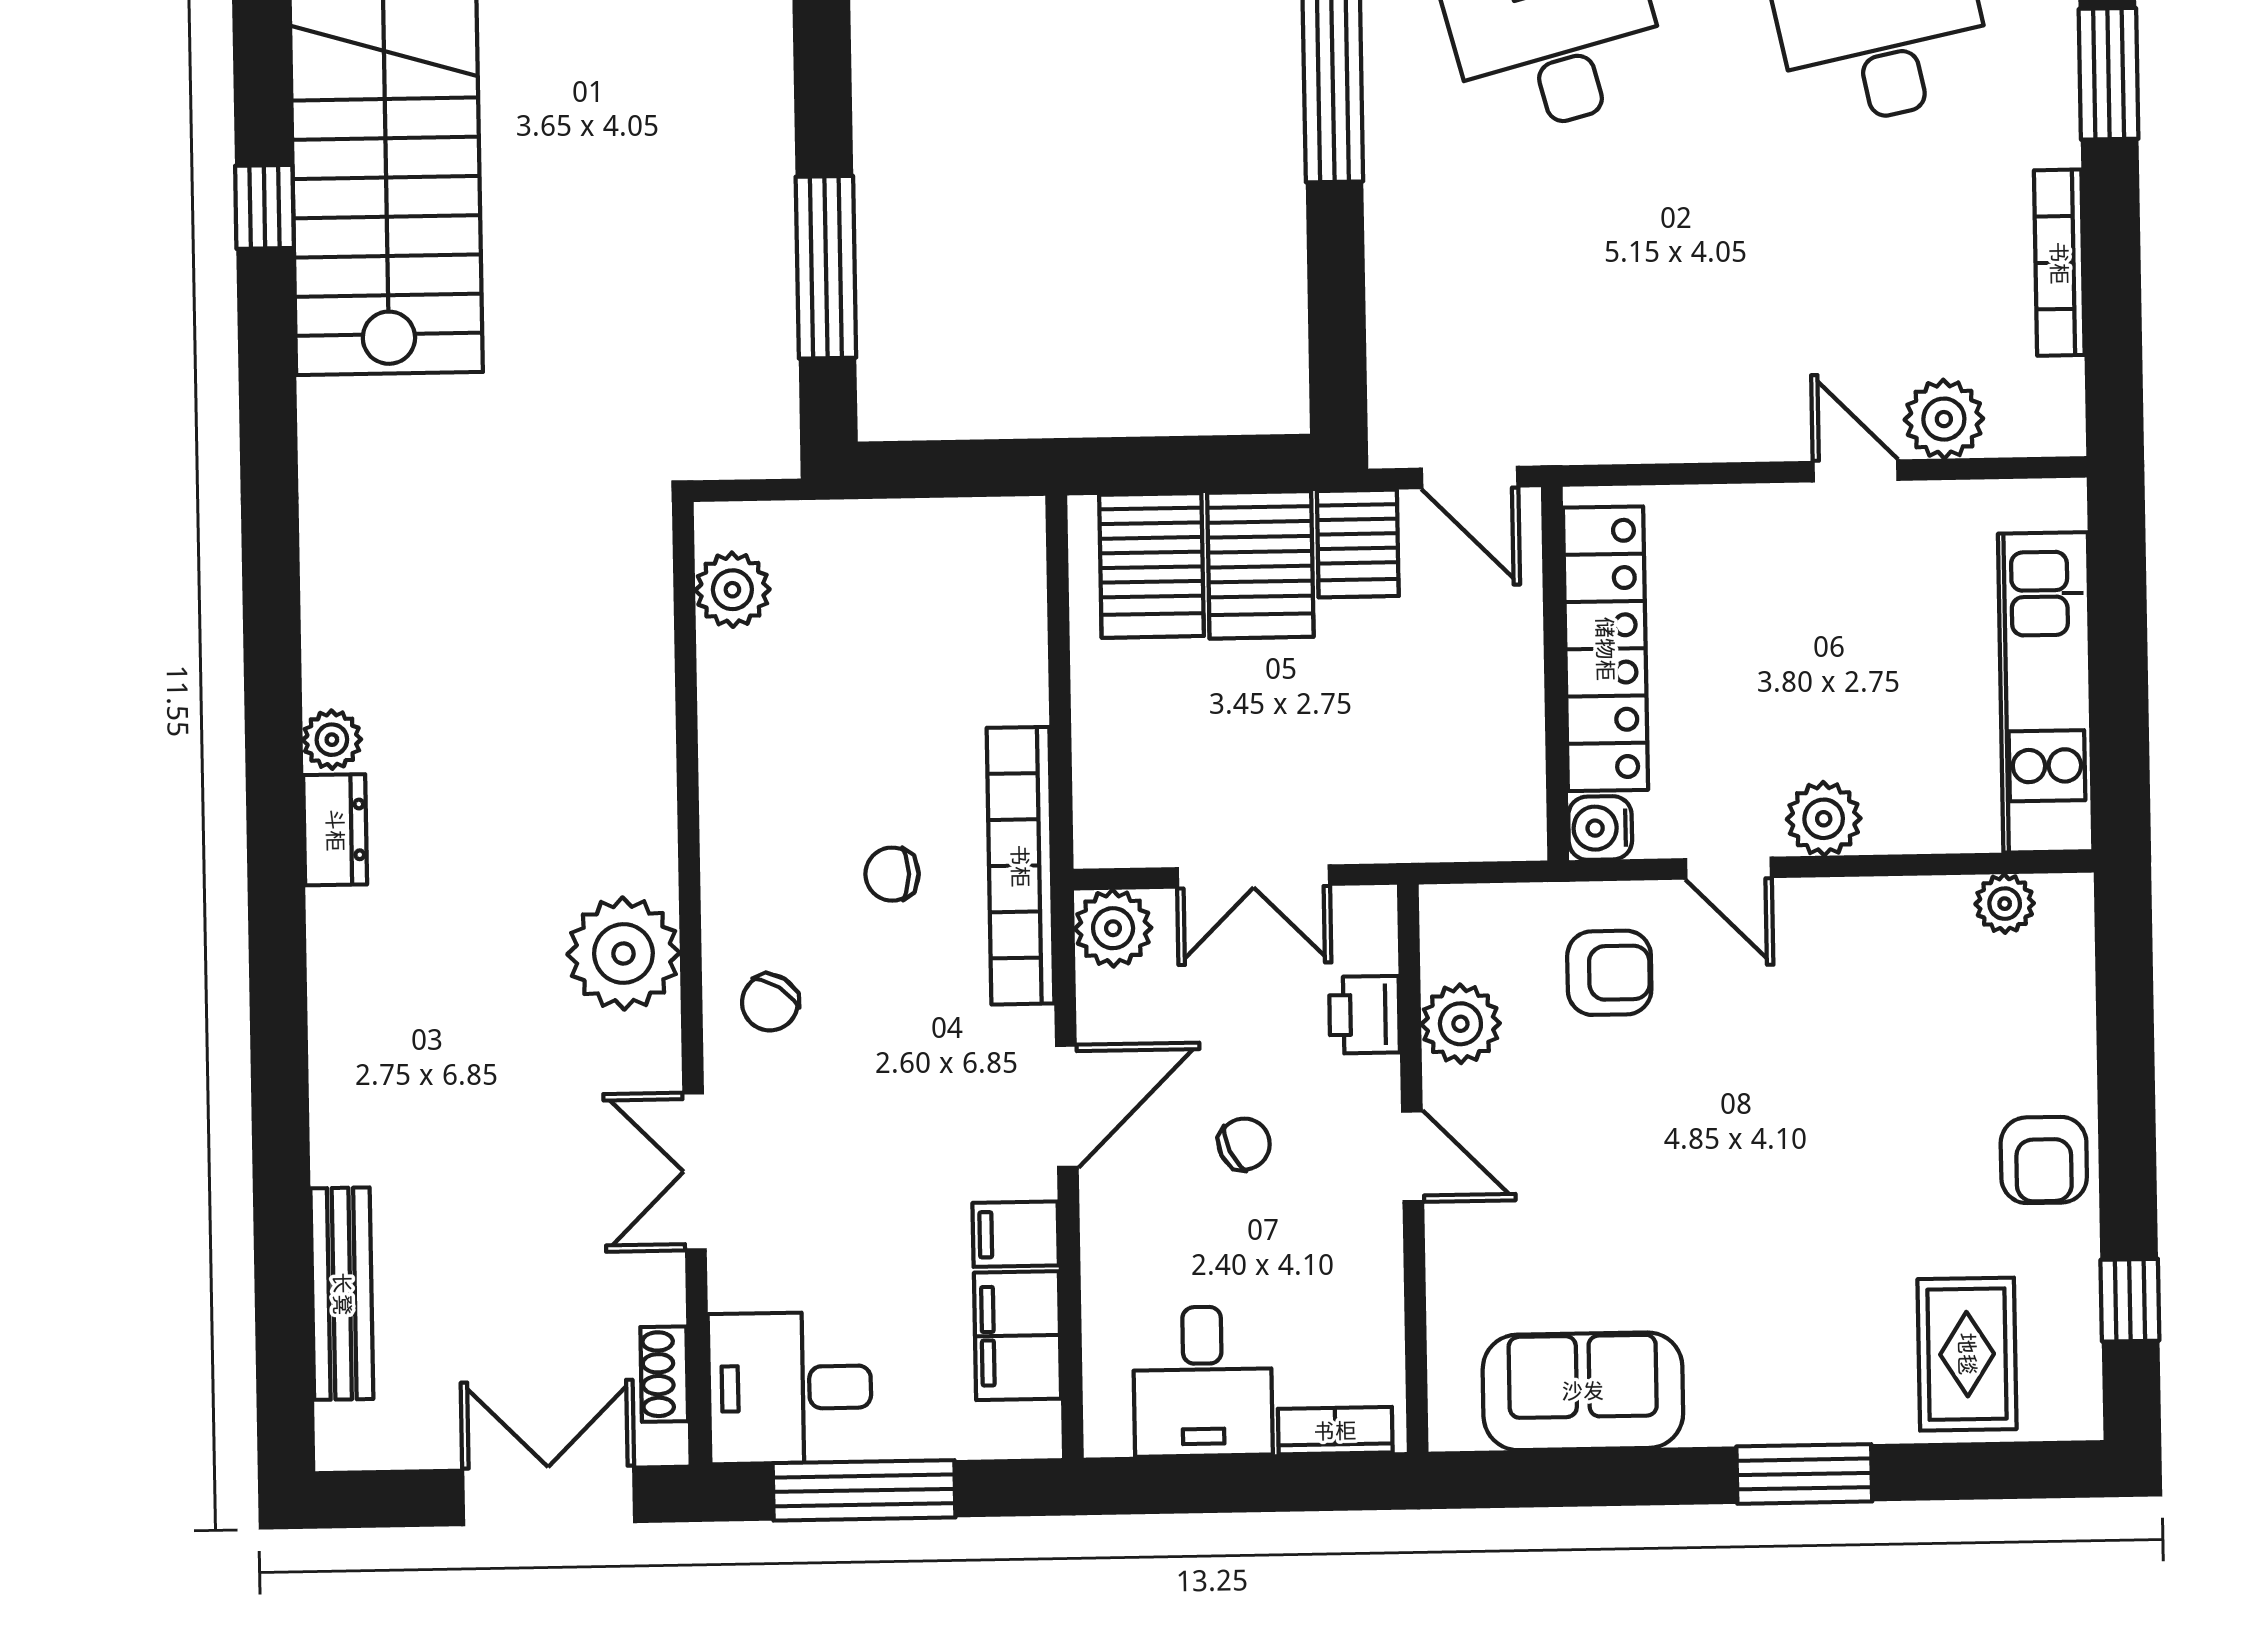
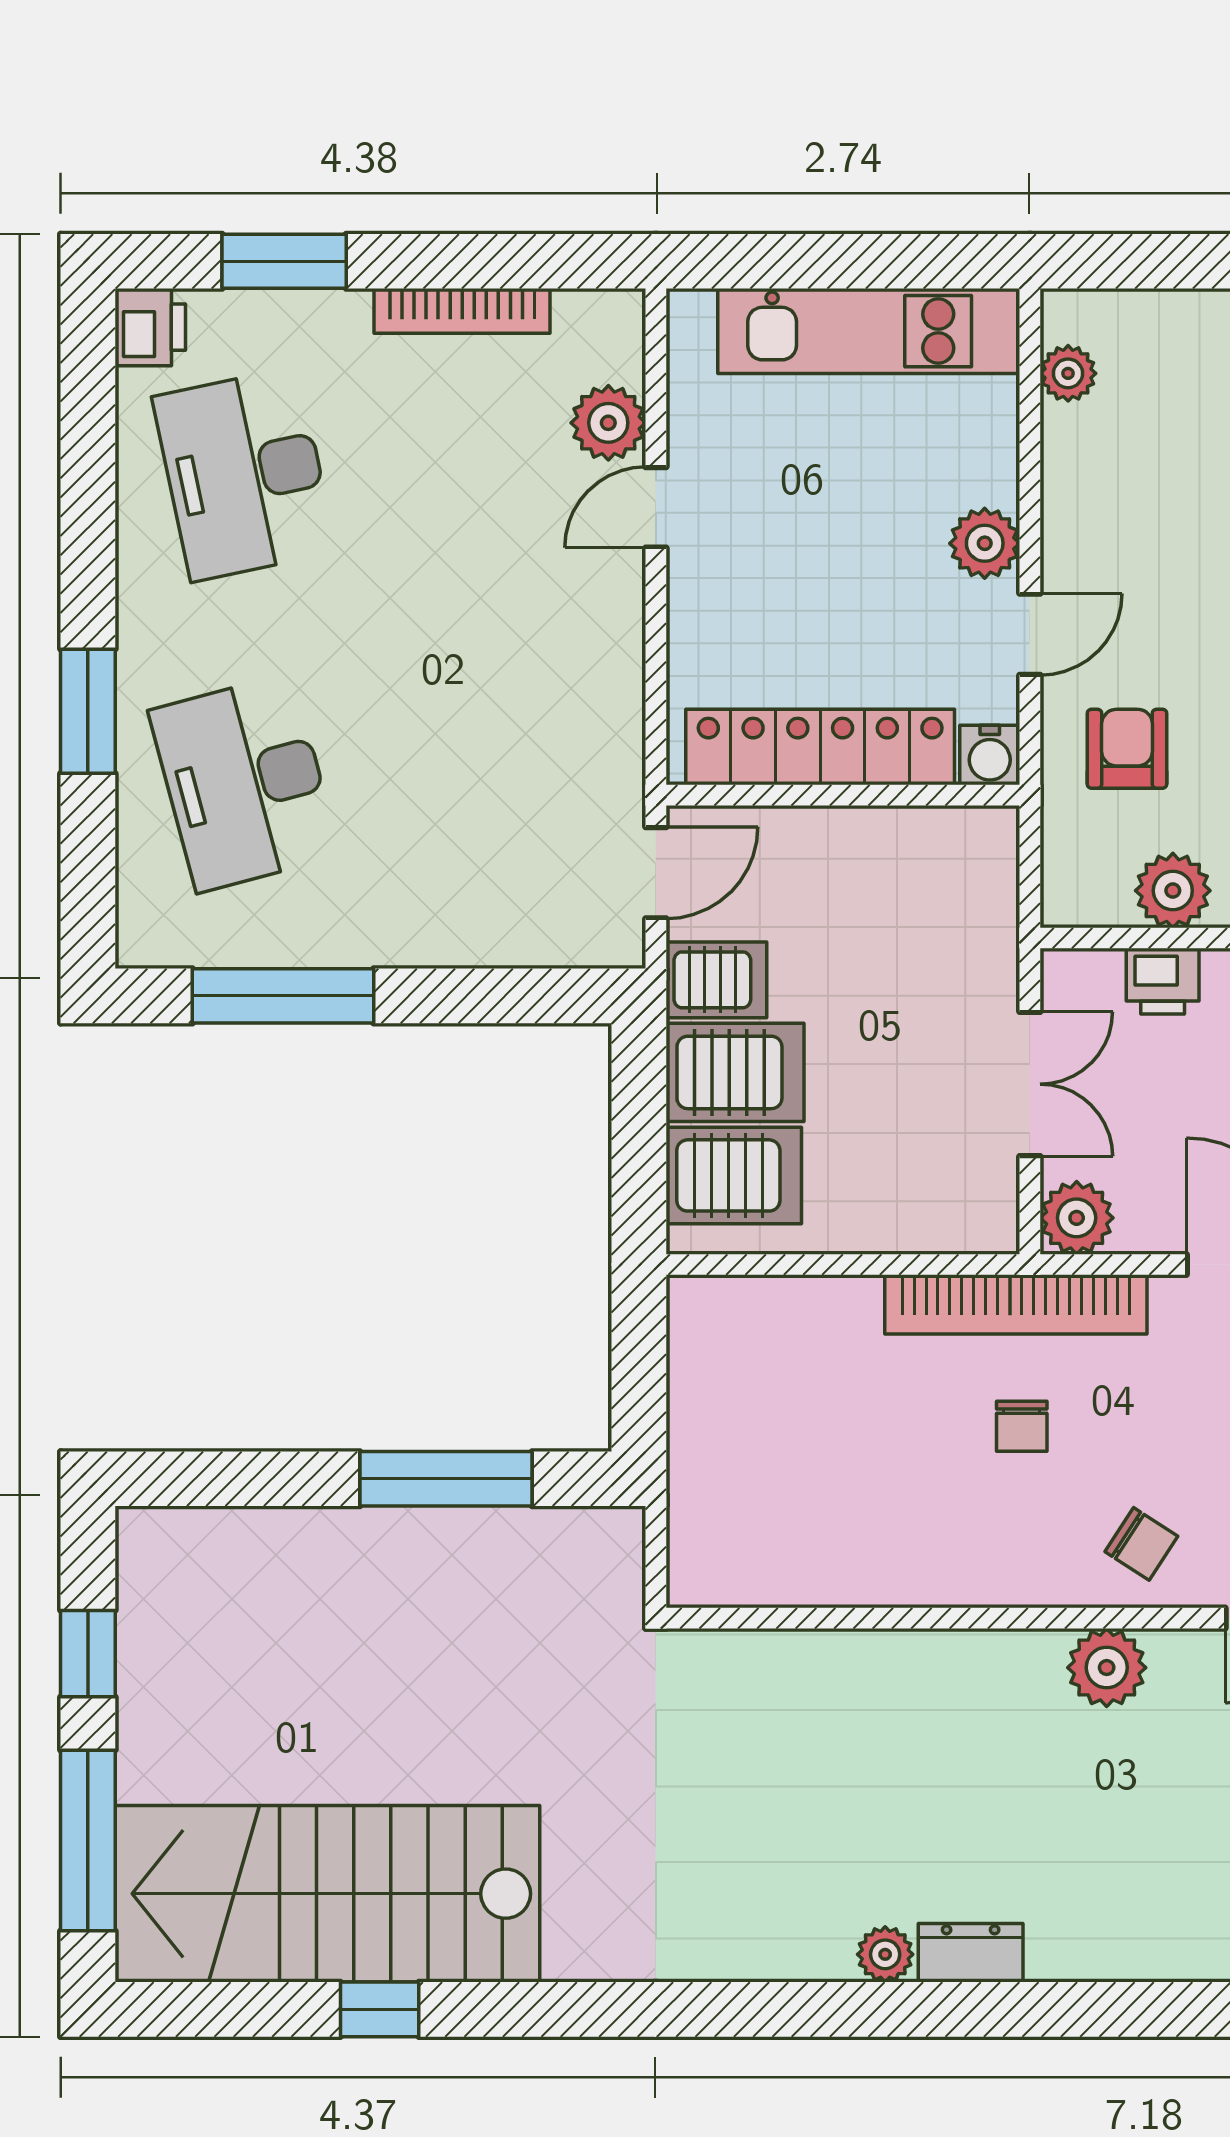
plant: (732, 590) -> (750, 1573), removed
plant: (623, 954) -> (1107, 1668), width x0.73, depth x0.73

